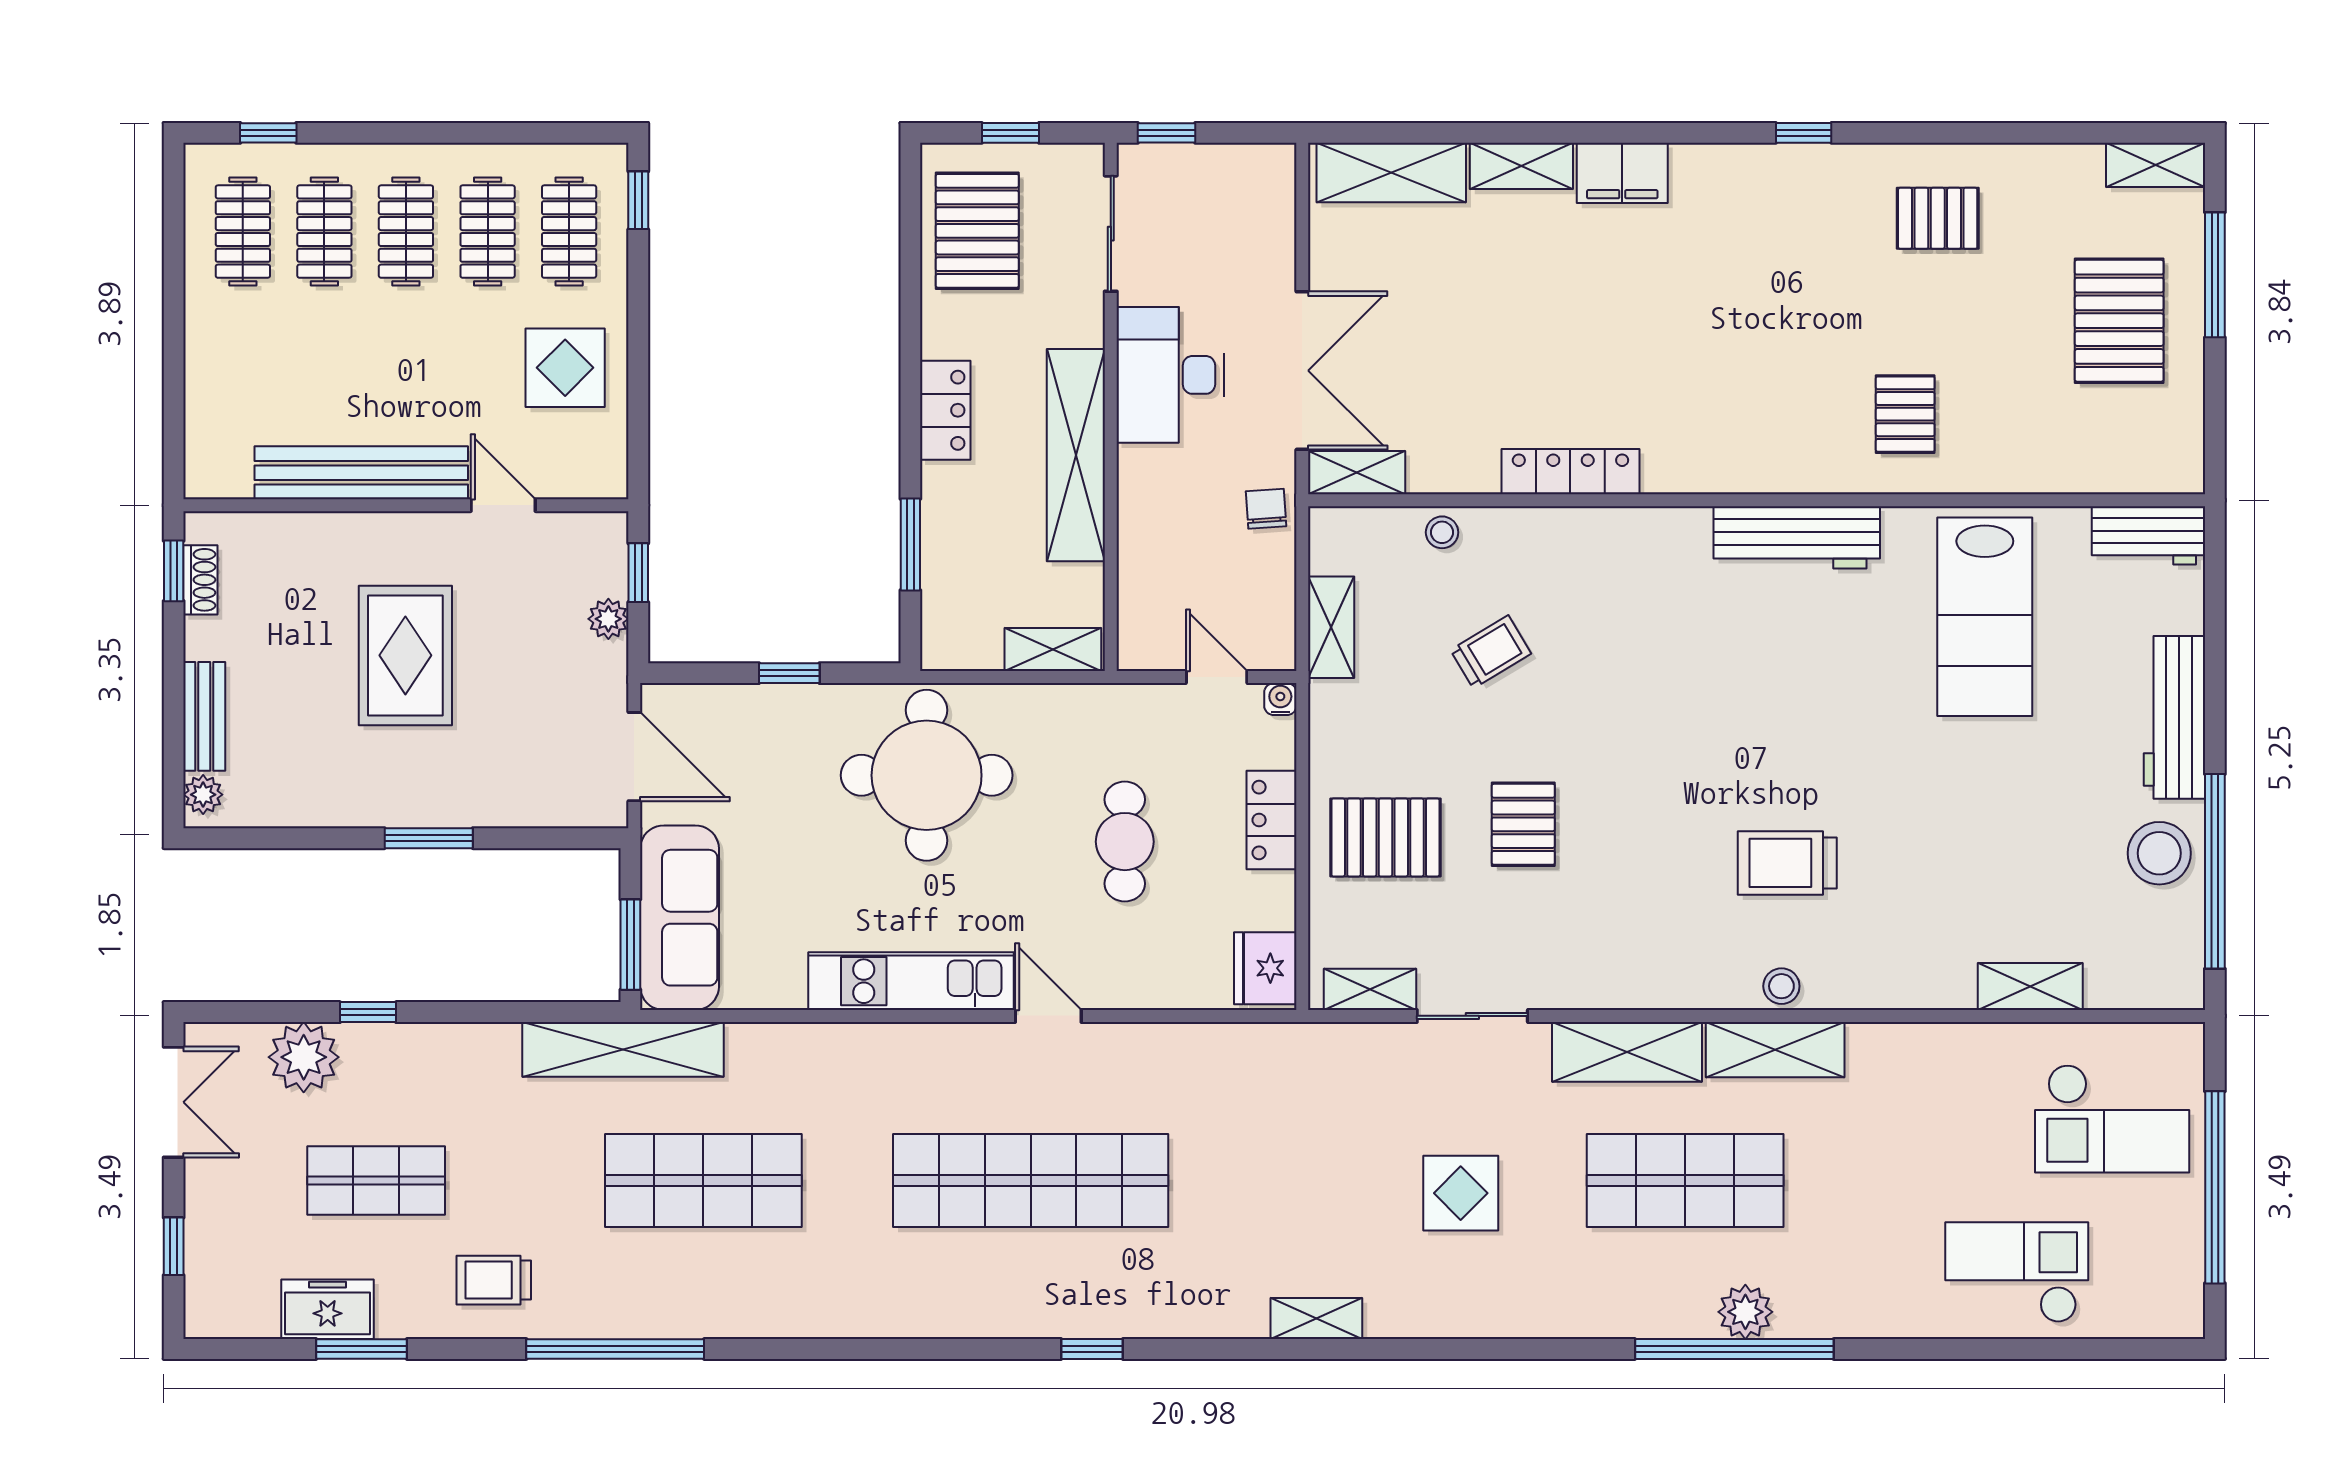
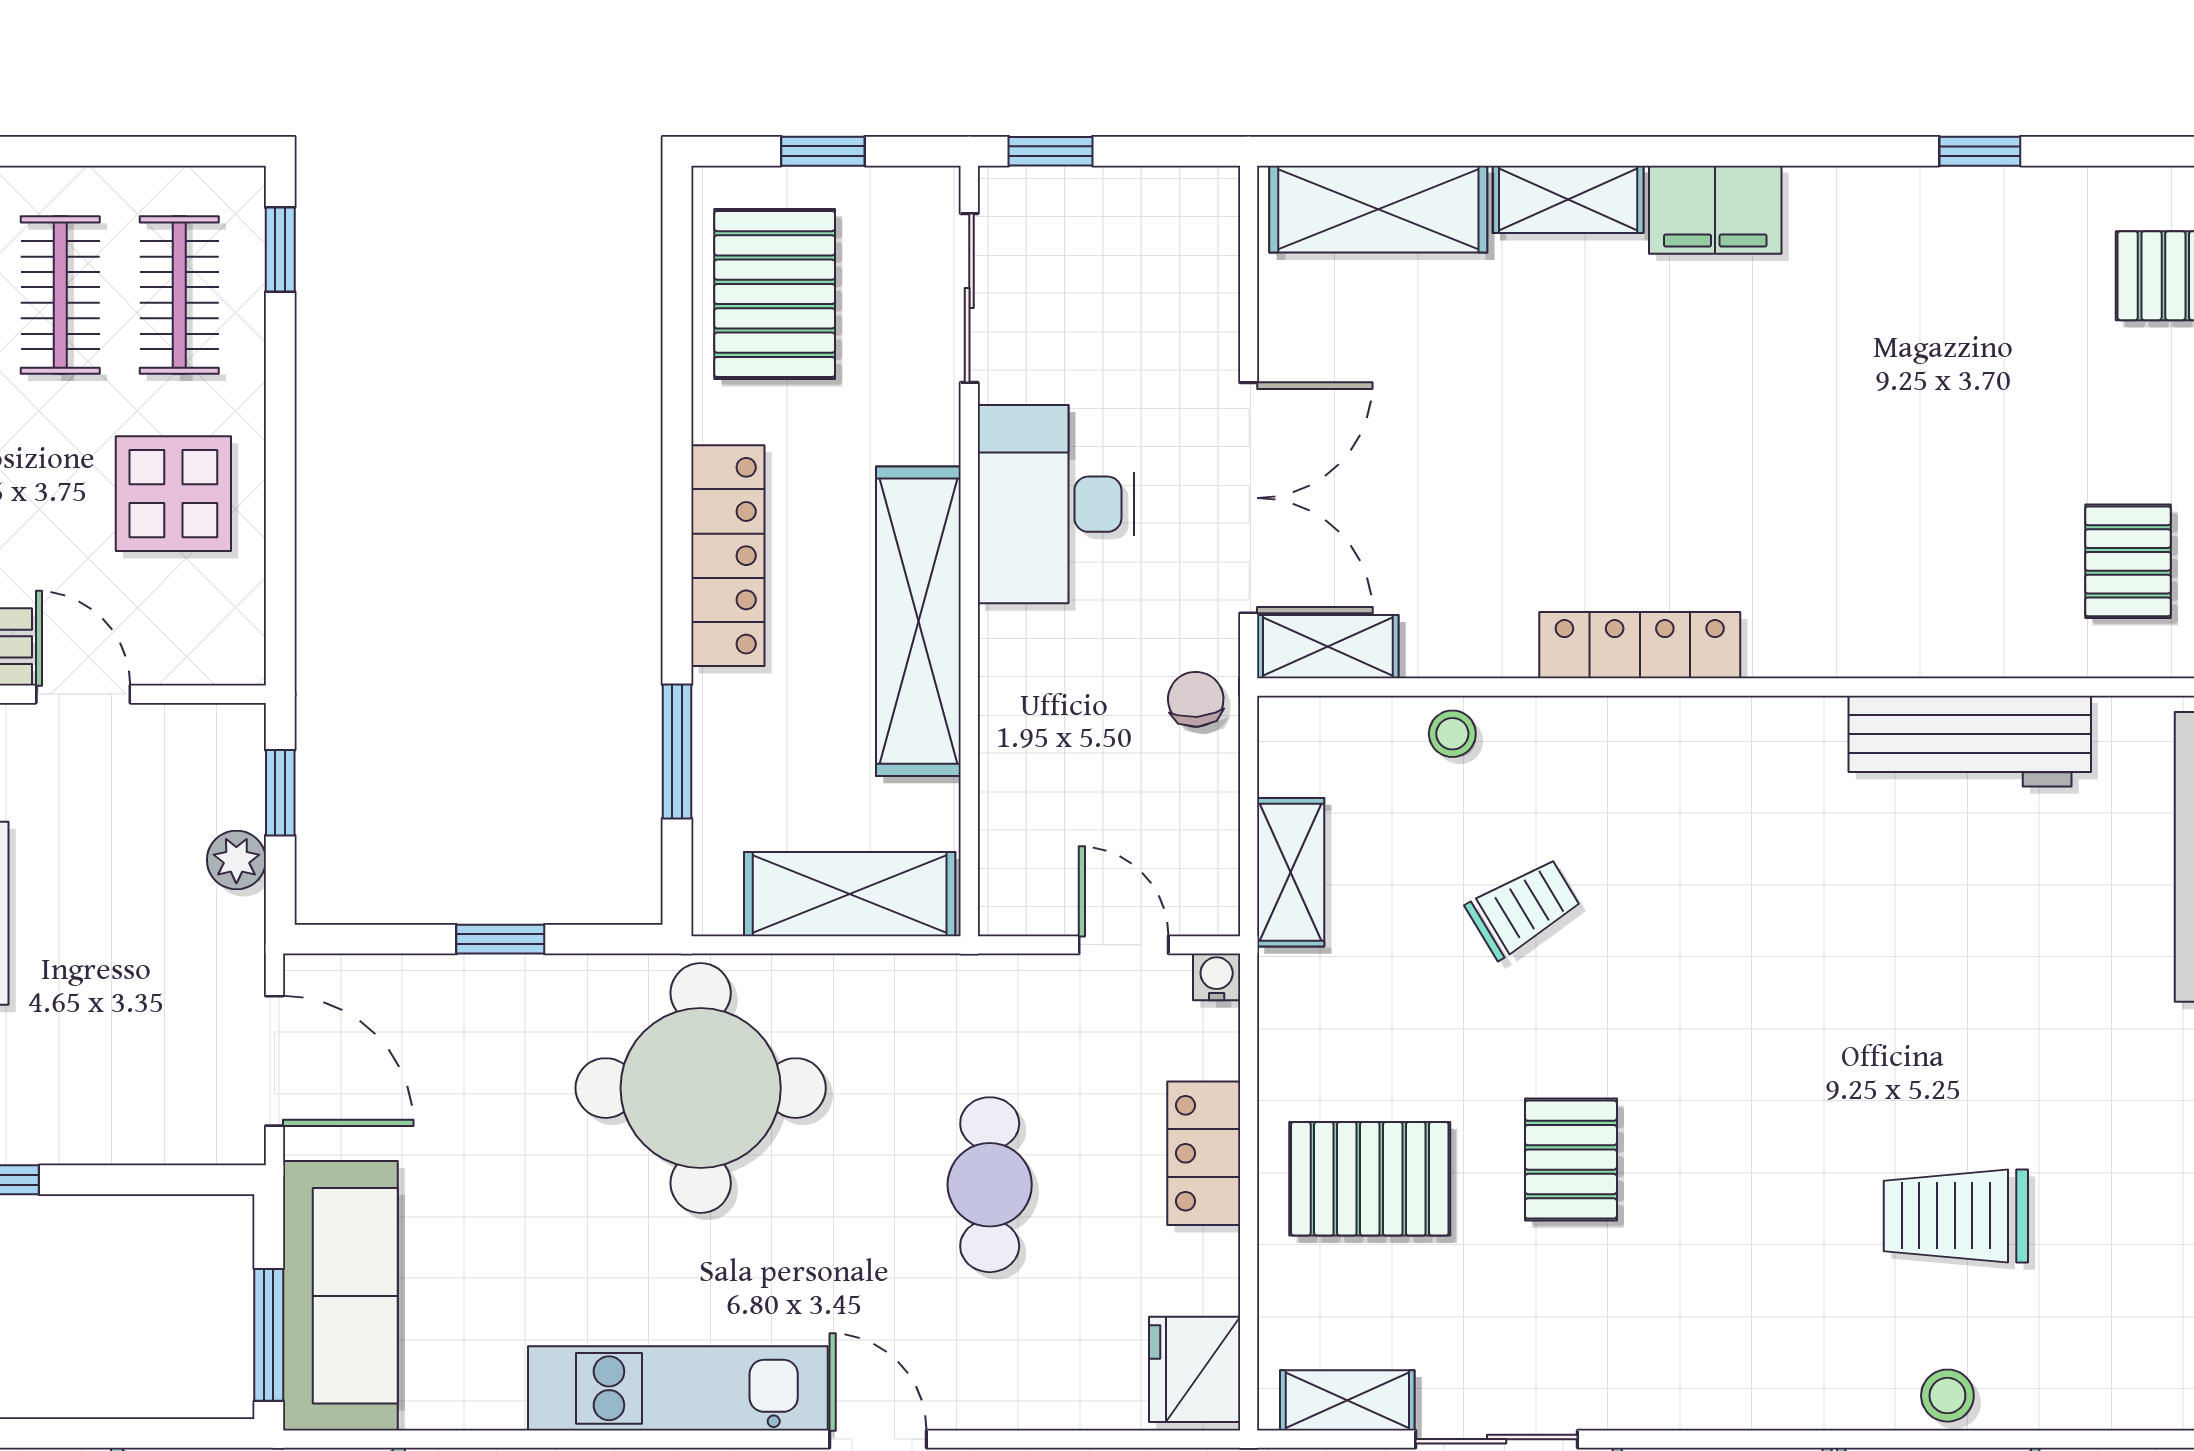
locker: (945, 410) -> (728, 556), width x1.53
shelving: (1053, 650) -> (850, 894), width x1.50, depth x1.33

